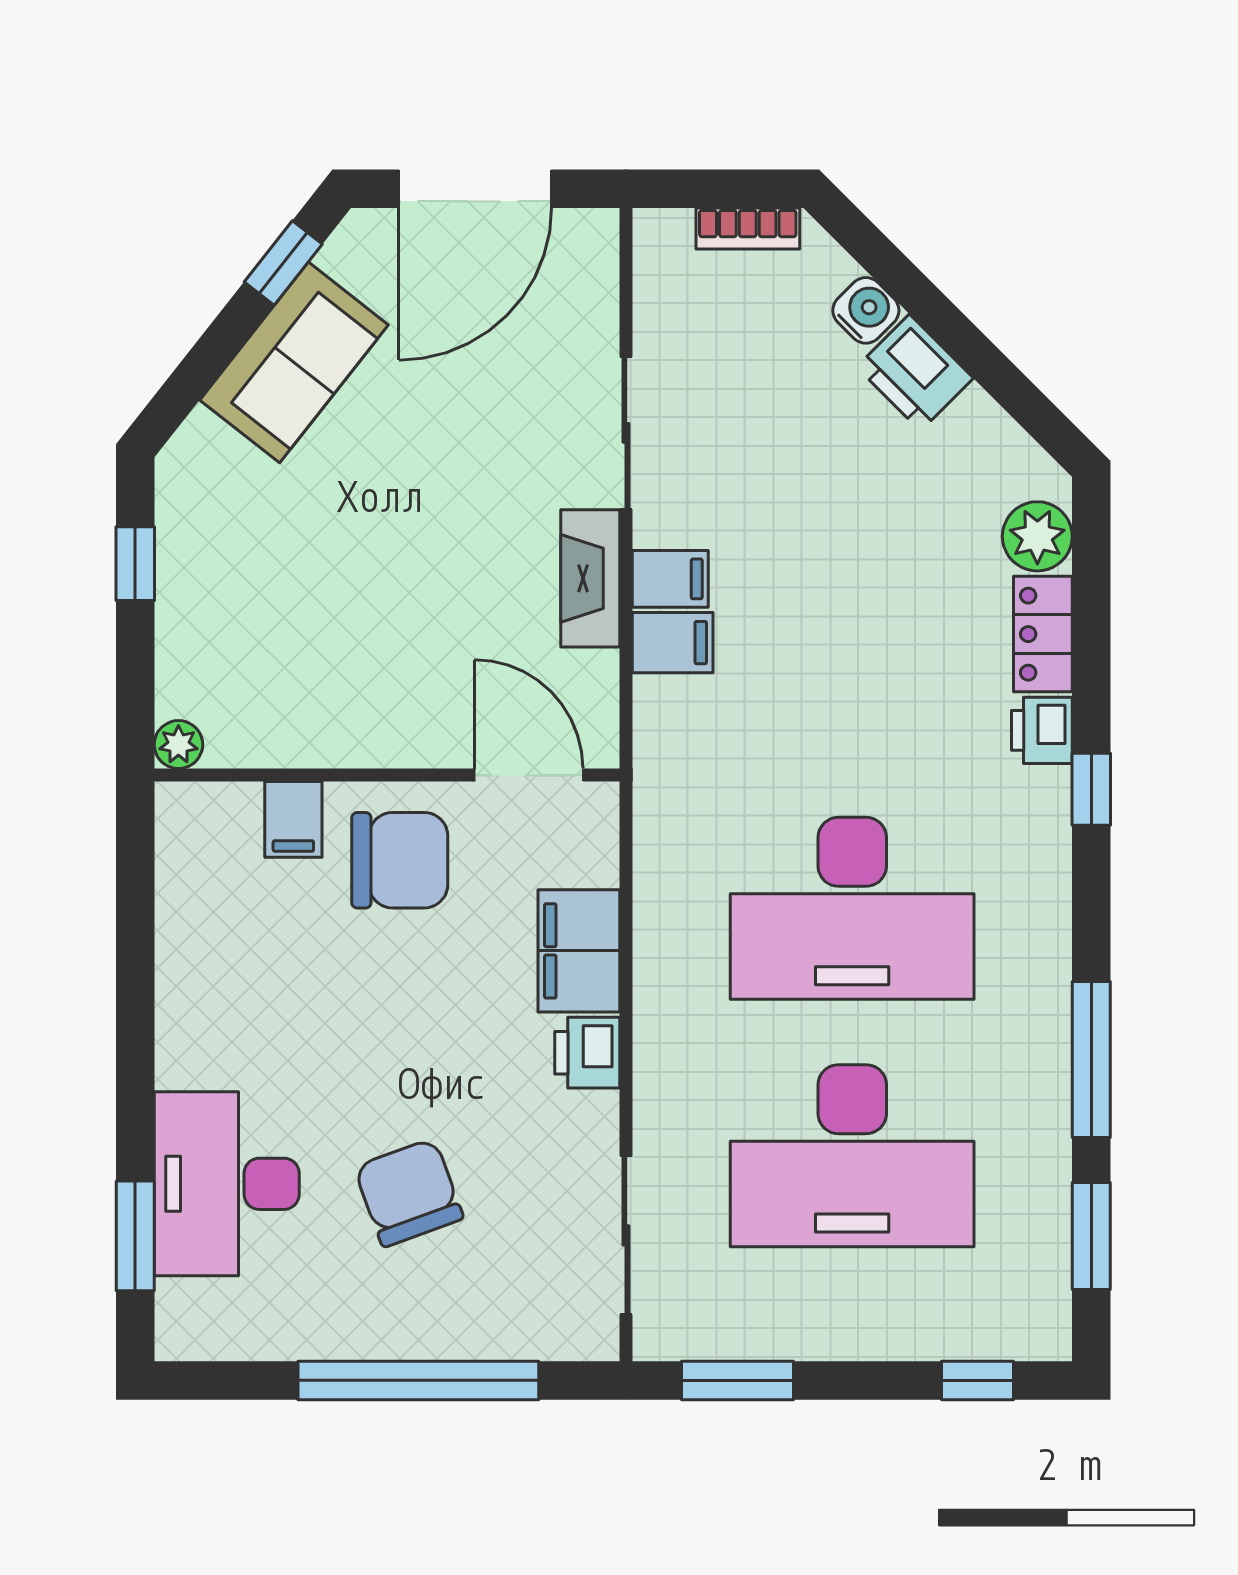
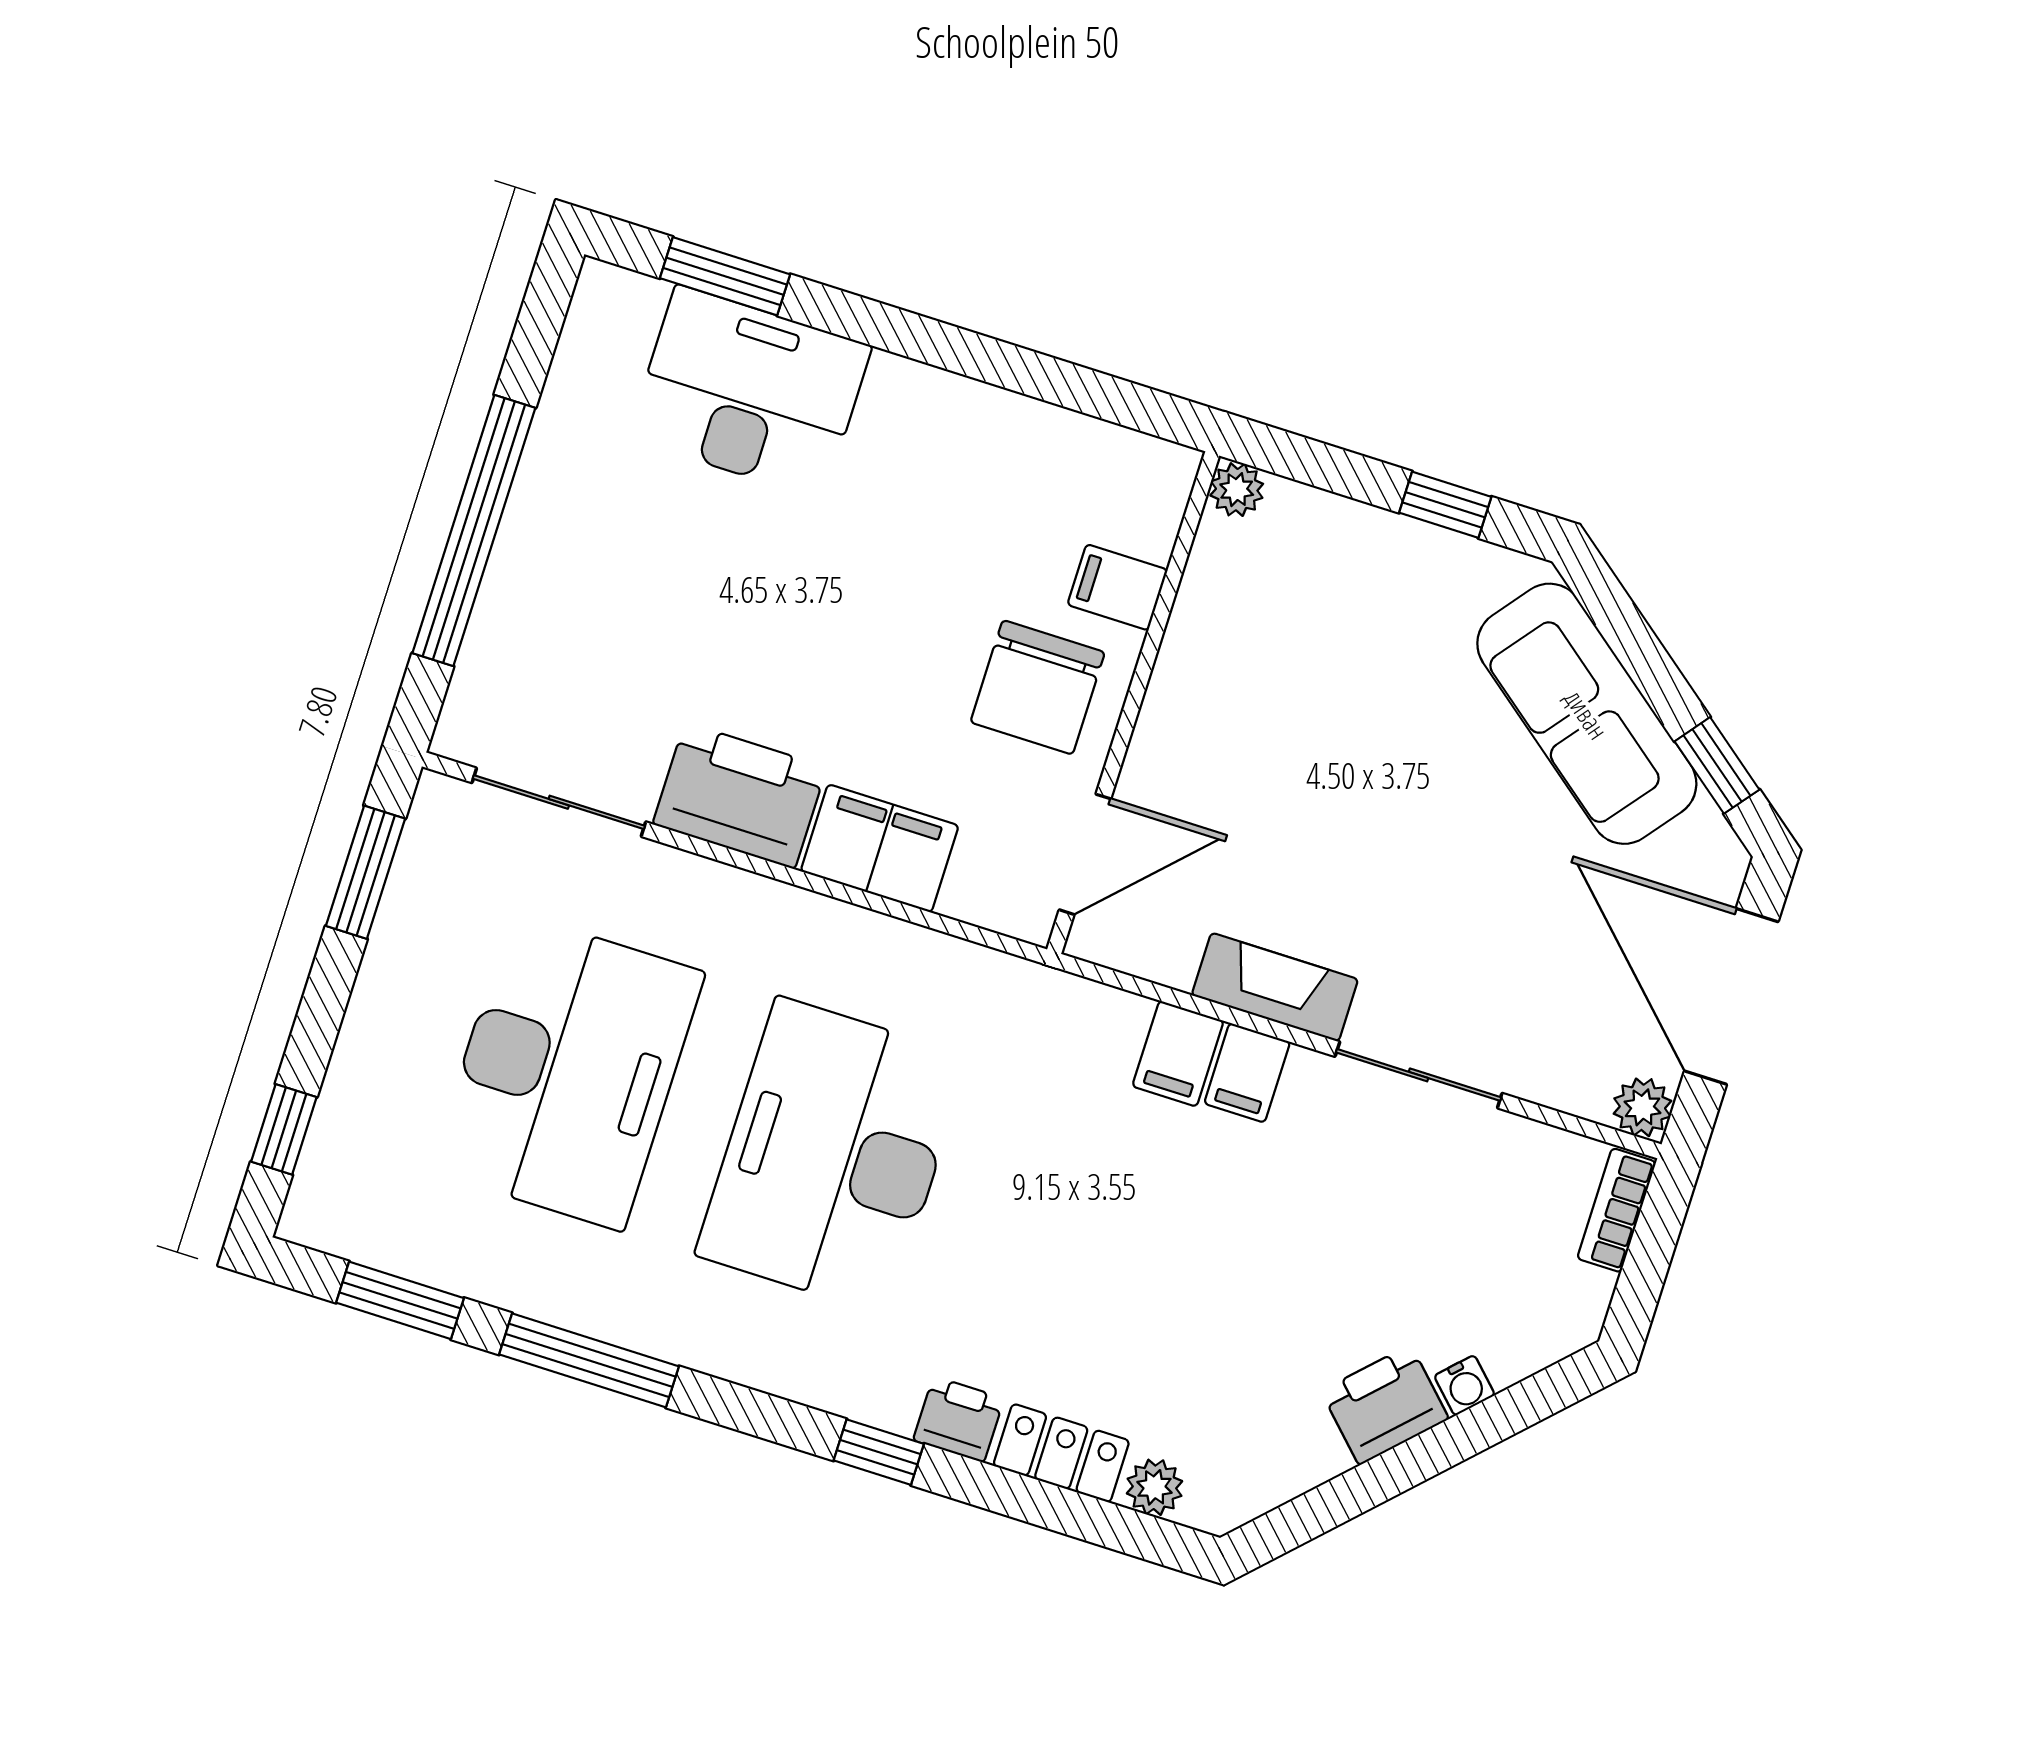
bookcase: (748, 229) -> (1617, 1210), moved
plant: (593, 234) -> (1642, 1107), added
water cooler: (866, 310) -> (1464, 1385), width x0.72, depth x0.72
sofa: (294, 362) -> (1587, 714), width x1.36
plant: (1037, 536) -> (1155, 1487), width x0.73, depth x0.73
printer: (587, 1053) -> (740, 796), width x1.87, depth x1.48
desk: (852, 1156) -> (567, 1072), turned 180
chair: (409, 1193) -> (678, 584), removed

